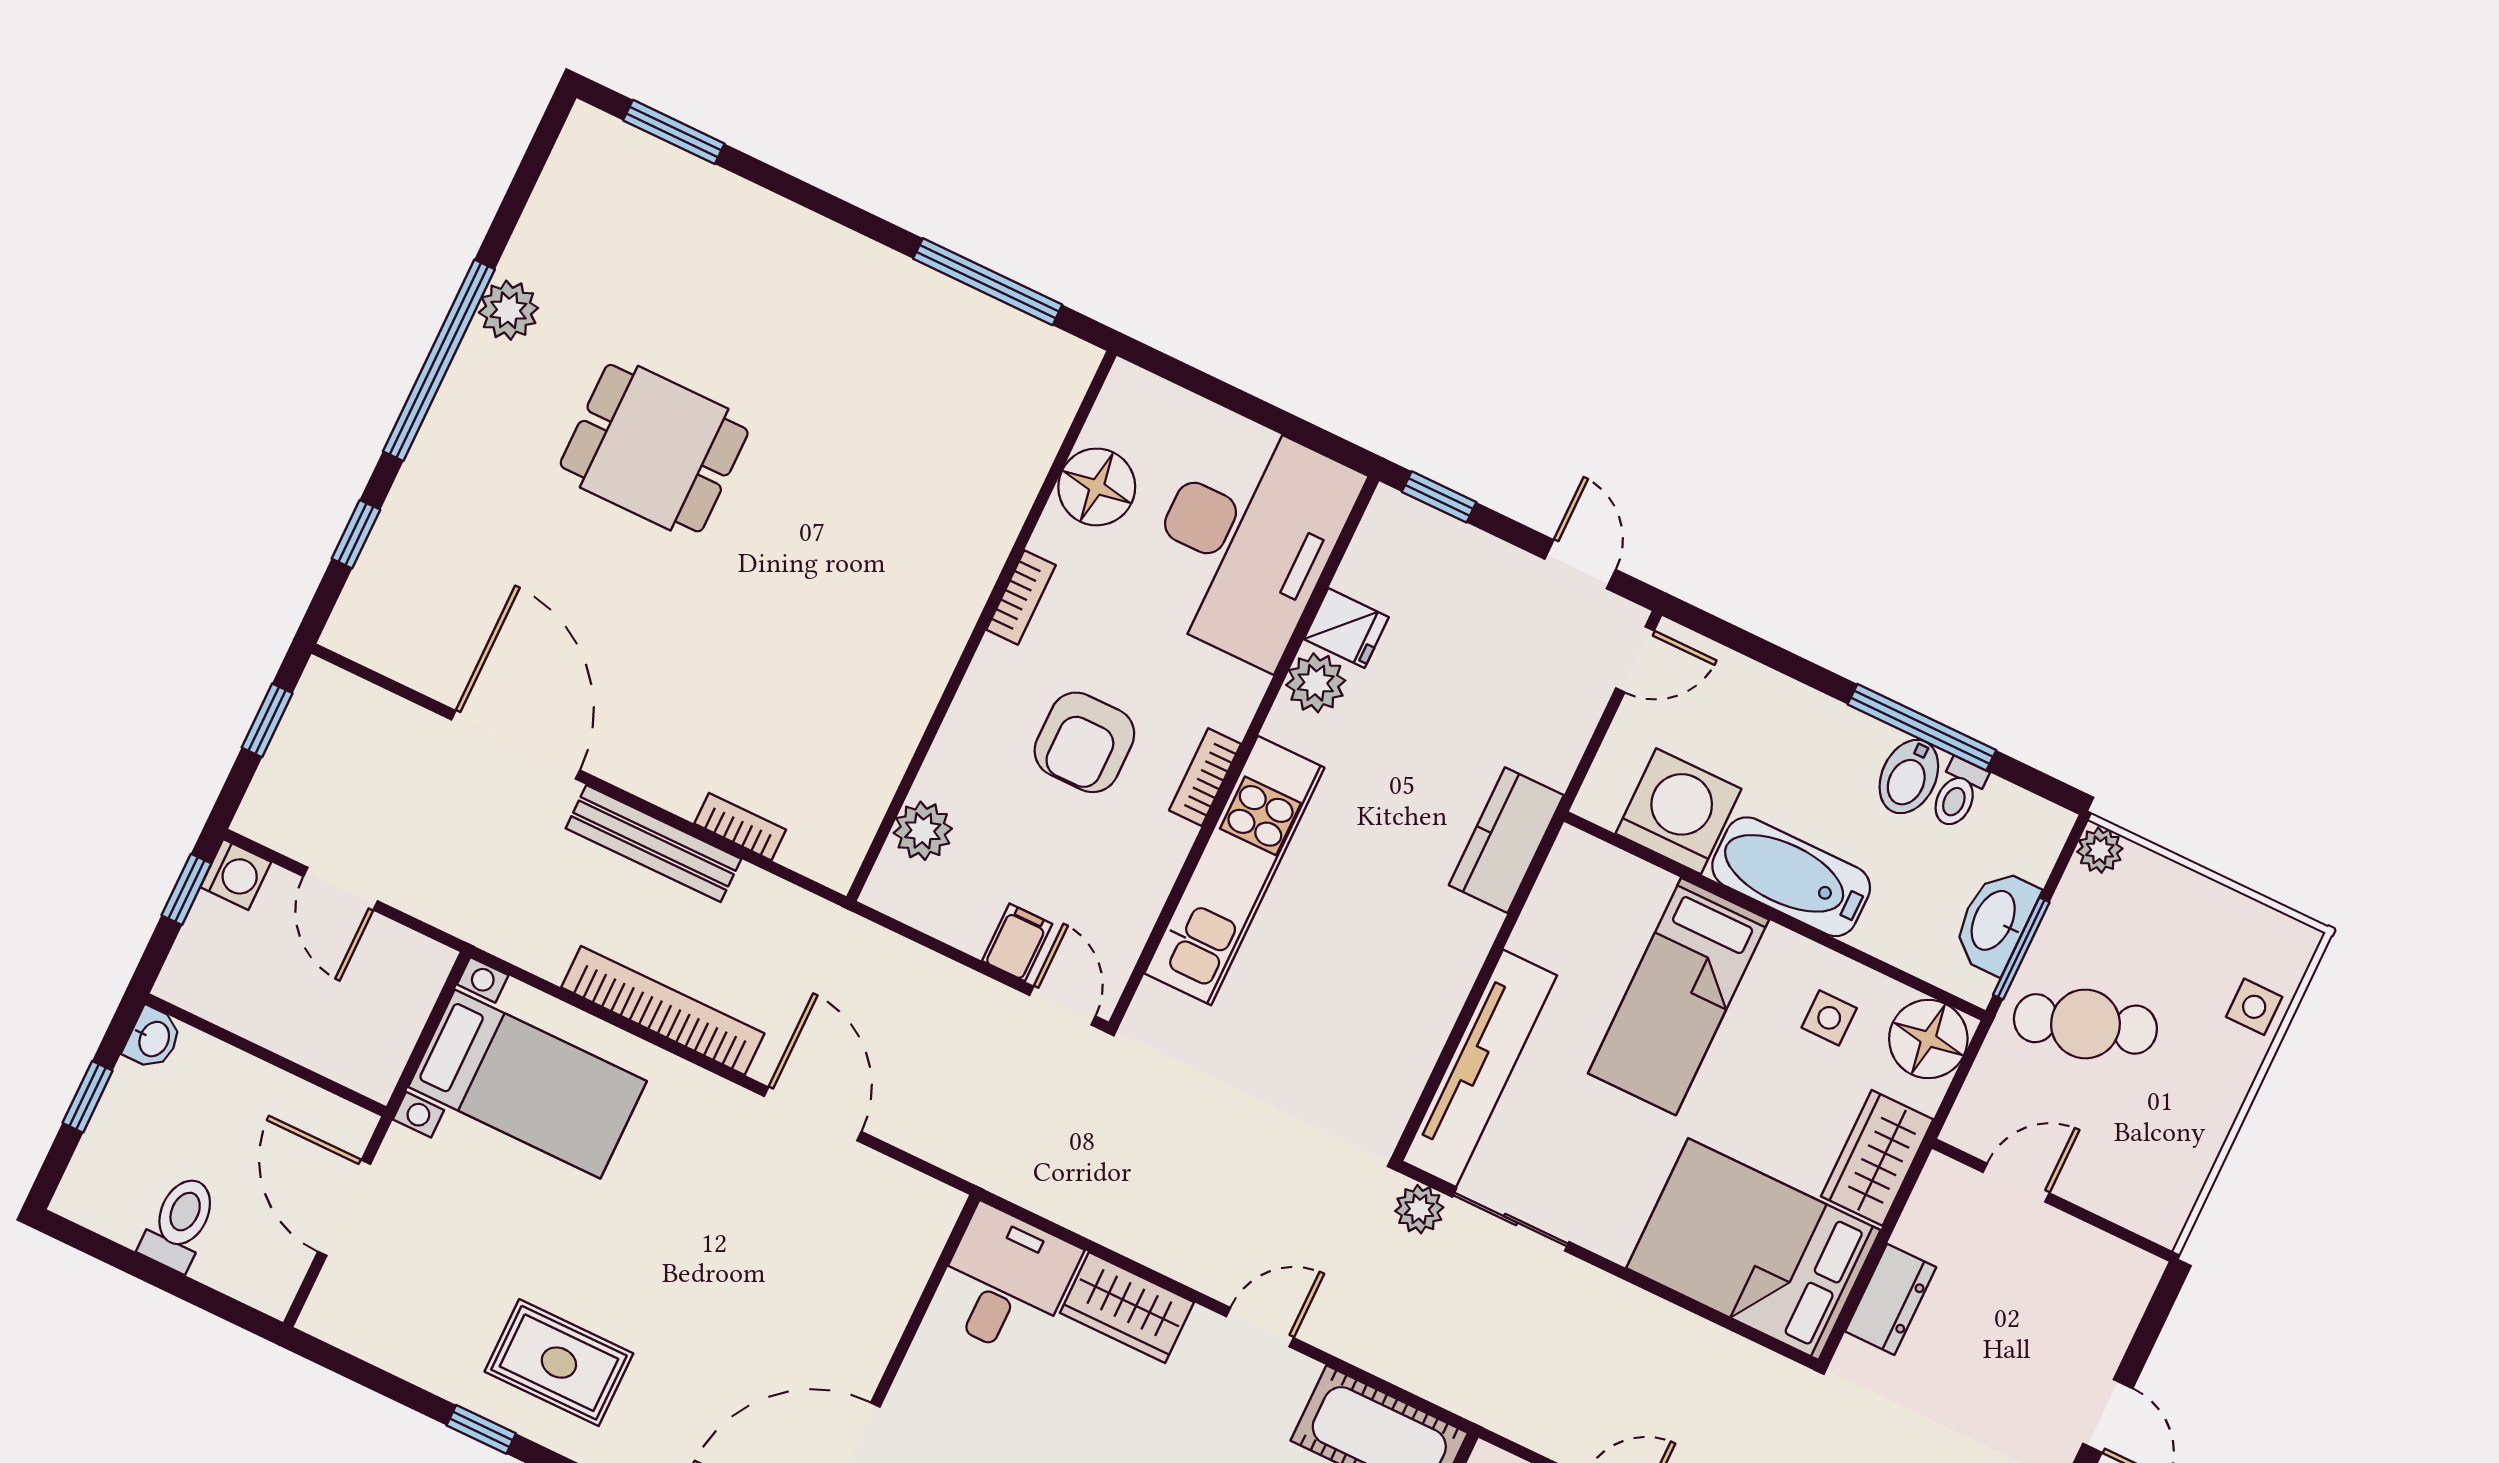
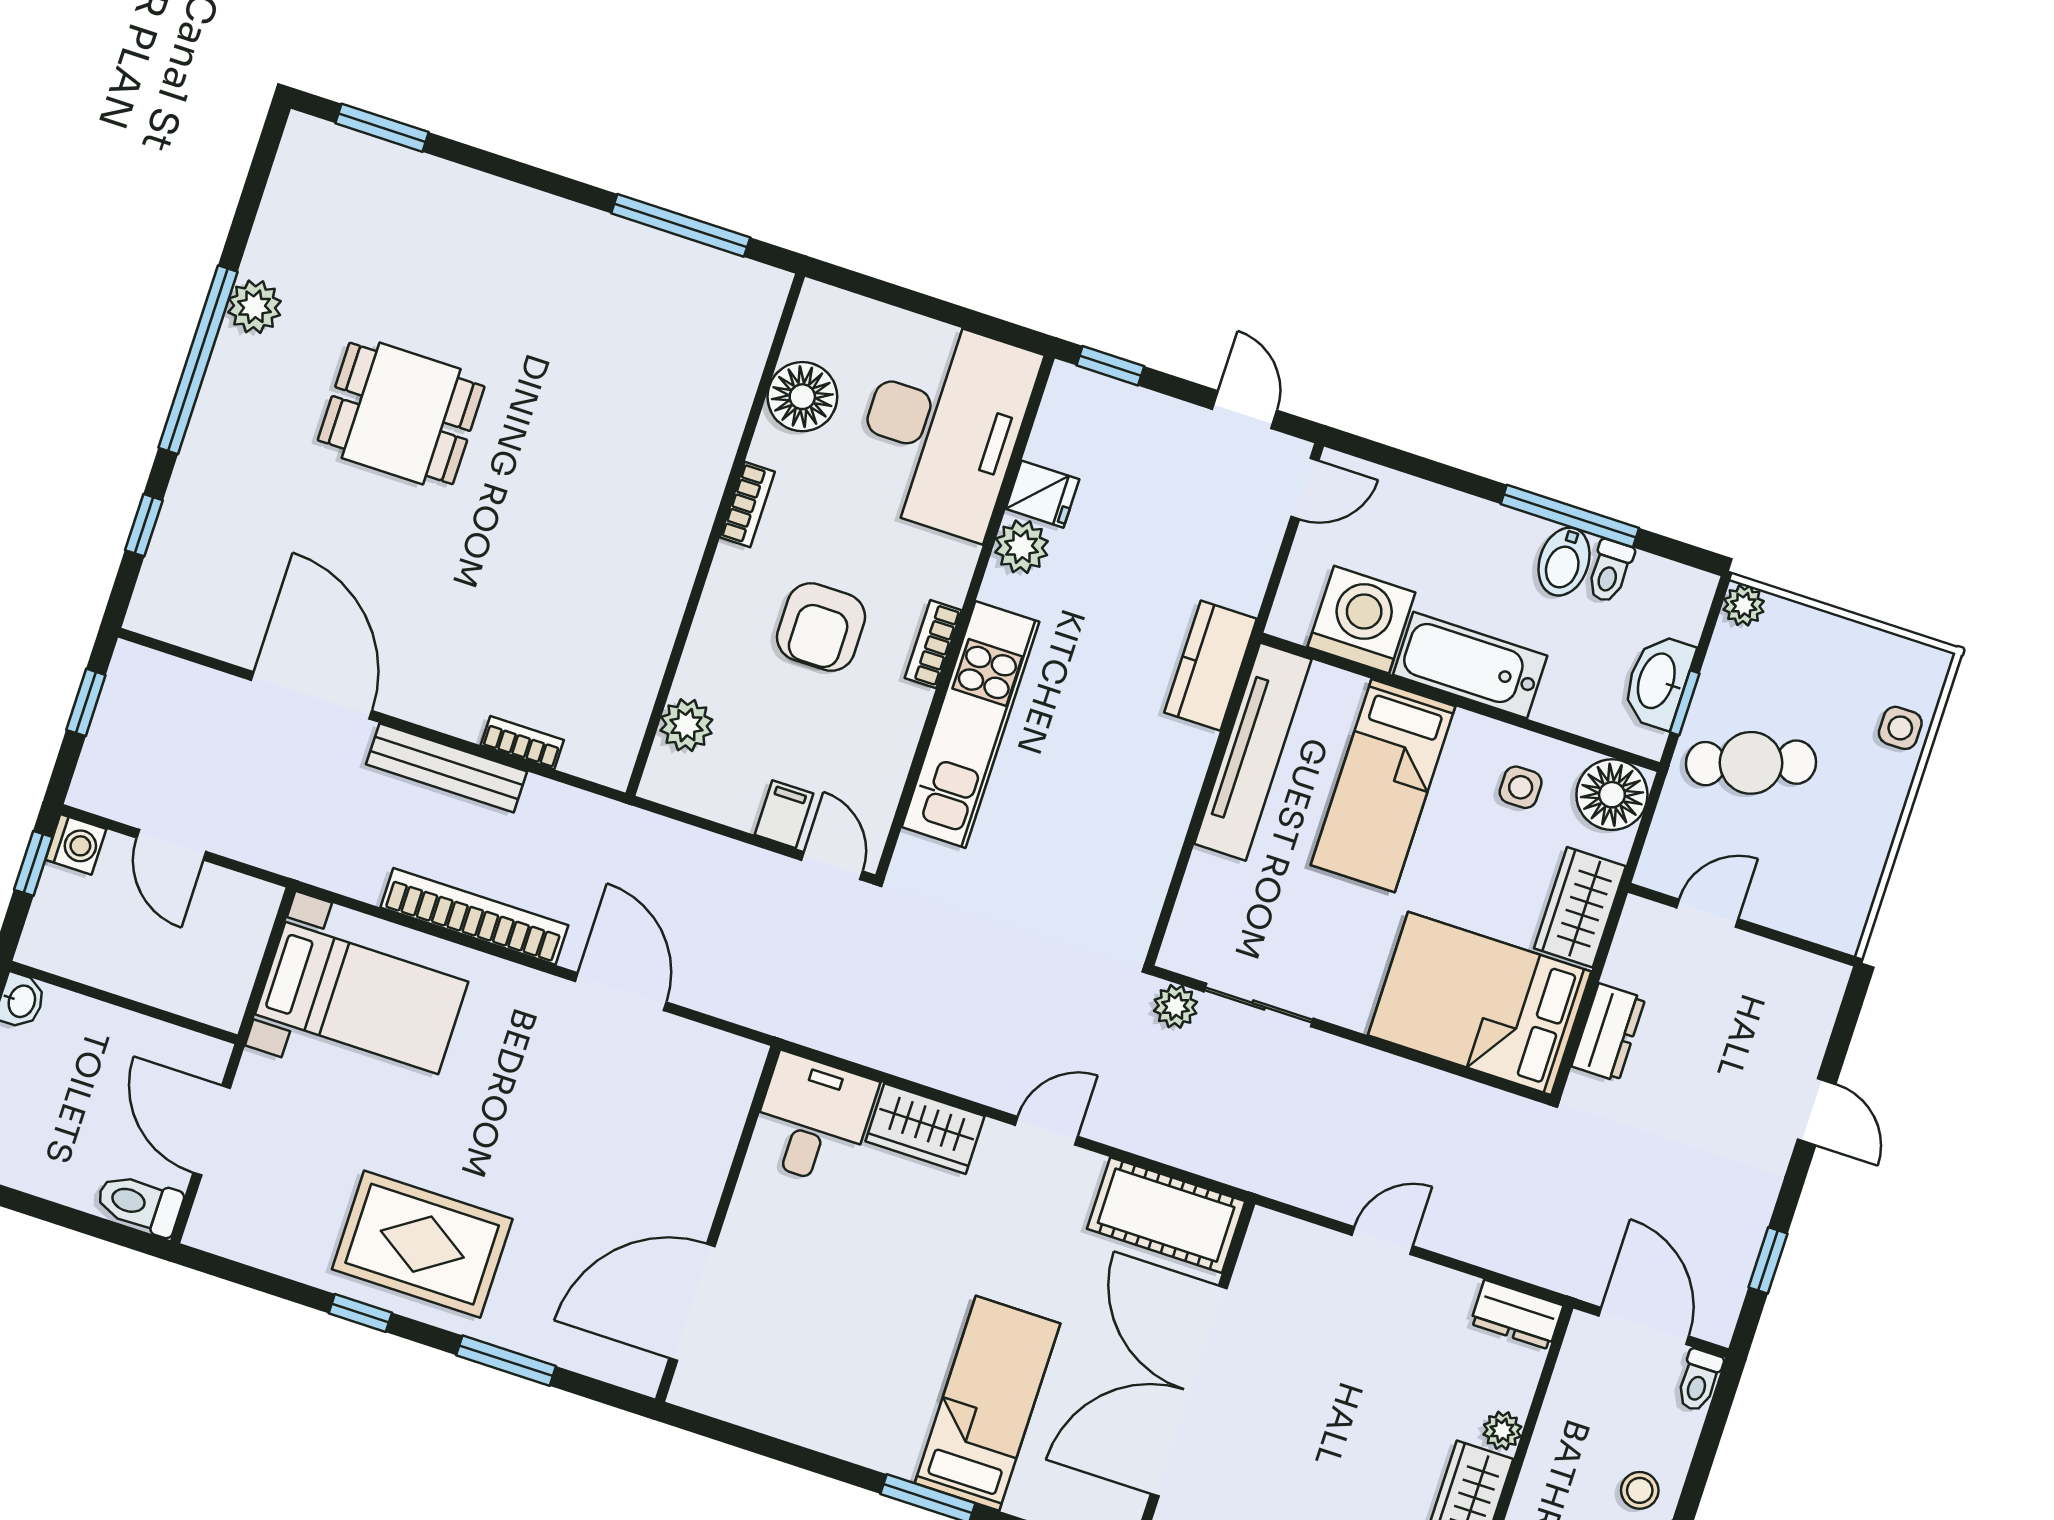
window: (2021, 949) -> (1685, 703), width x0.67
tv unit: (1480, 1068) -> (1253, 752), moved
toilet: (180, 1223) -> (139, 1204), moved, turned -90
rug: (559, 1363) -> (422, 1244), width x1.36, depth x1.43

